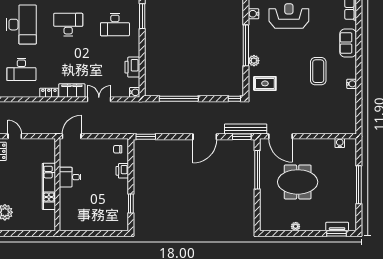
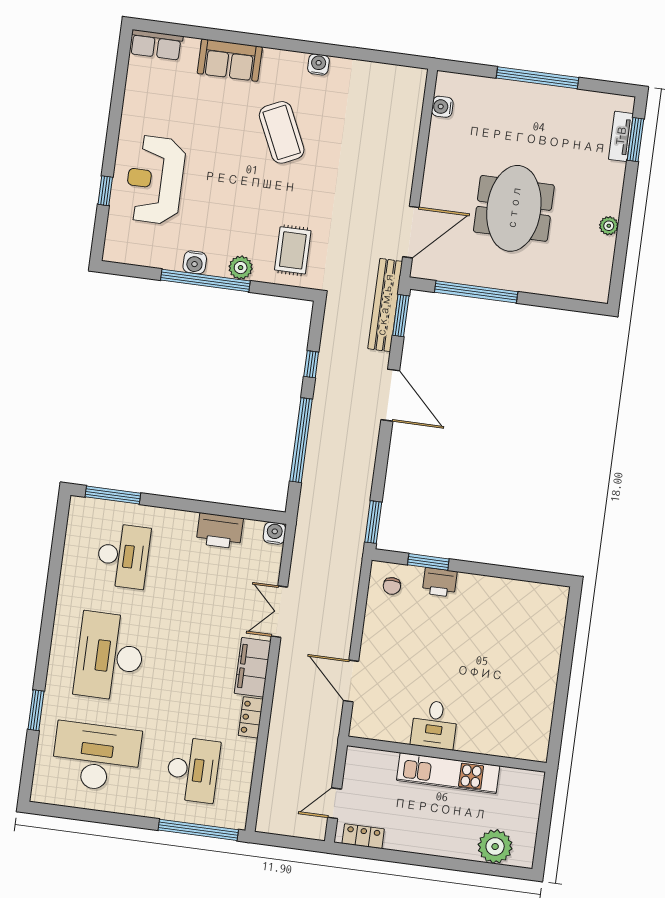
water cooler: (254, 14) -> (195, 262), moved
desk: (68, 25) -> (110, 656), width x1.36, depth x1.30
coffee table: (318, 71) -> (282, 132), turned 65
window: (234, 99) -> (311, 364), moved
desk: (70, 177) -> (434, 725), moved
wall: (57, 185) -> (447, 754), moved
kitchen unit: (49, 186) -> (448, 773), moved
window: (131, 204) -> (428, 562), moved

